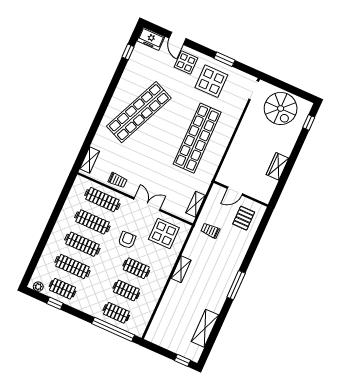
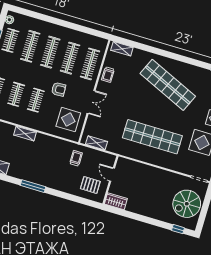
wardrobe: (278, 166) -> (116, 201), moved
shelving: (181, 269) -> (25, 134), moved

